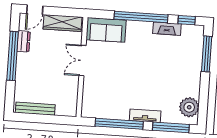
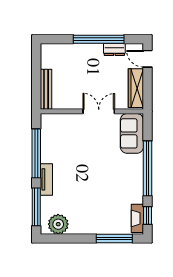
fireplace: (167, 29) -> (137, 218), moved
bench: (35, 109) -> (46, 89), moved

